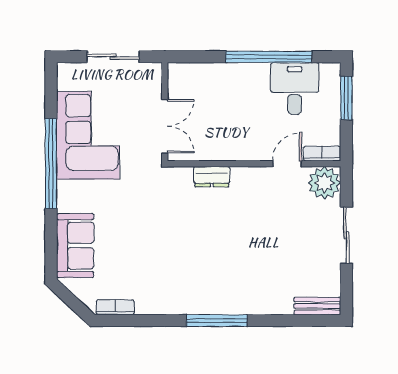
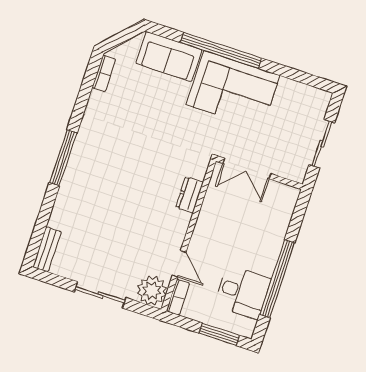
corner sofa: (88, 135) -> (233, 90), moved
window: (51, 164) -> (221, 50), moved

